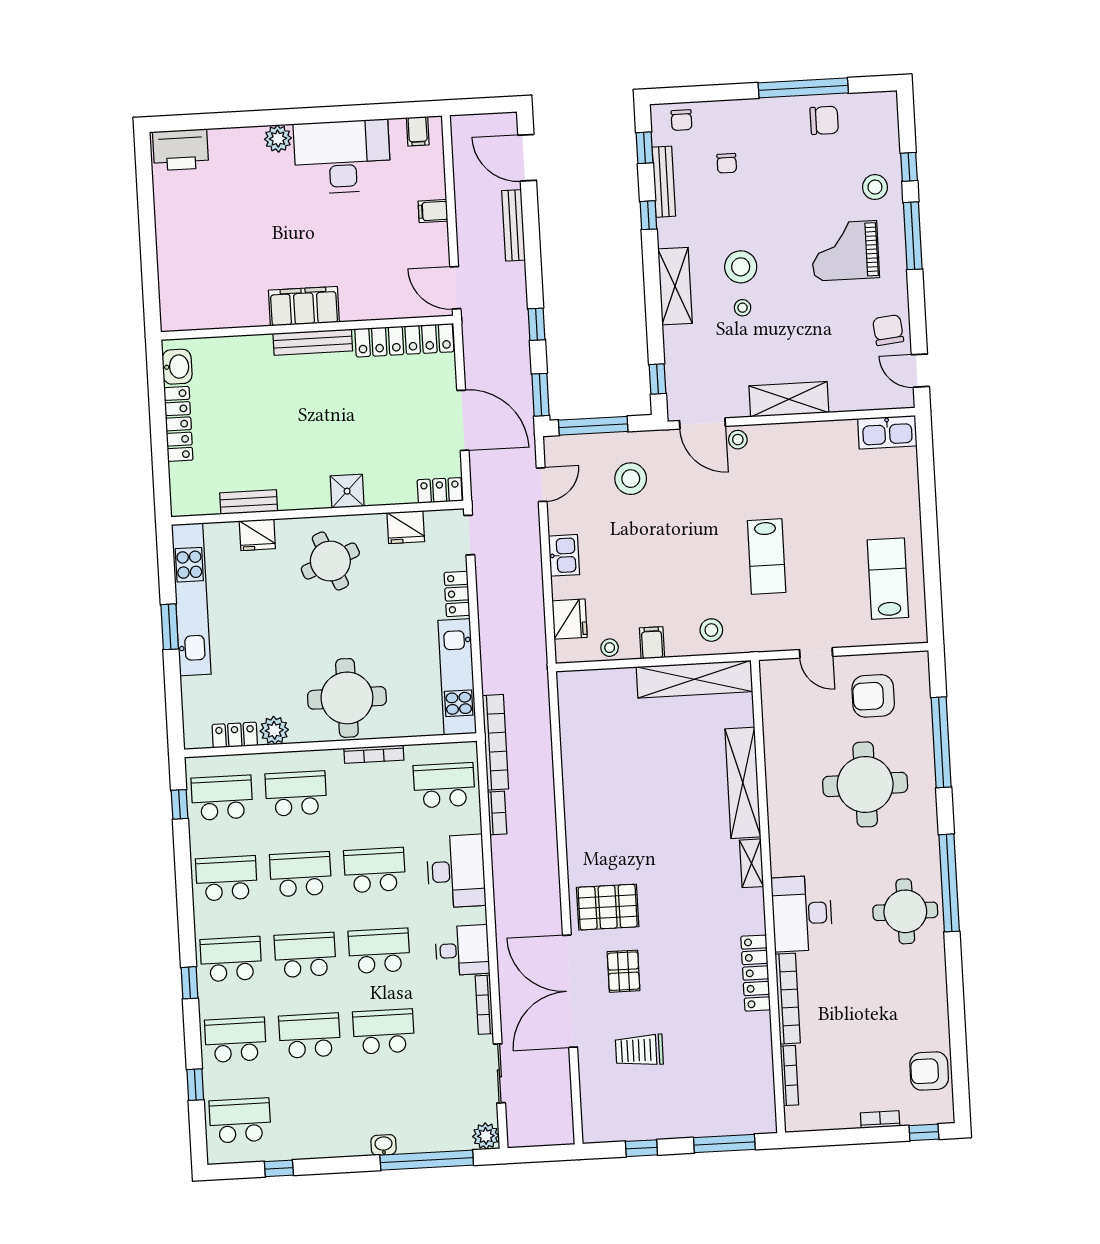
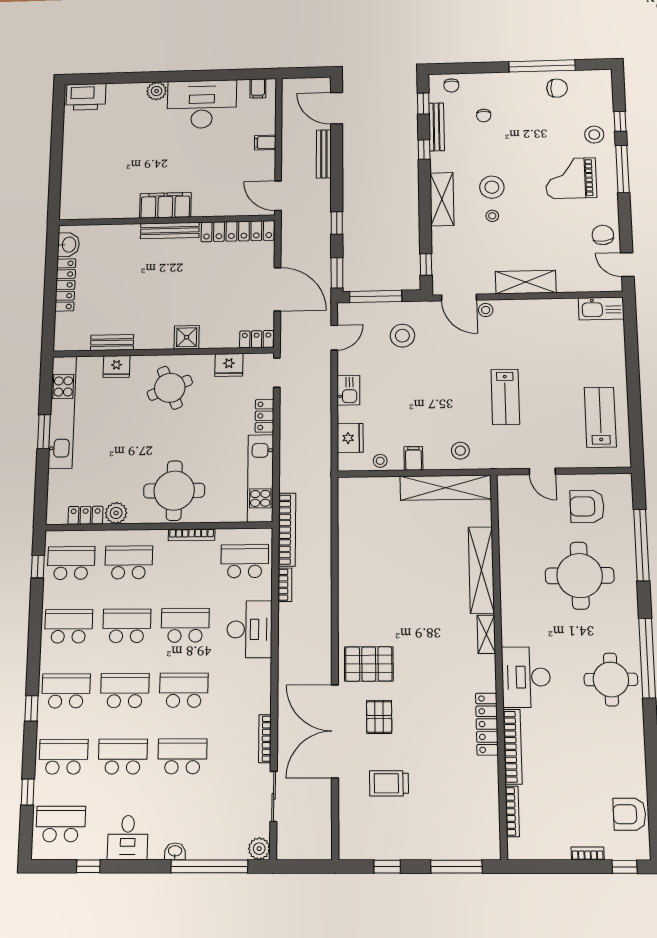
desk: (462, 950) -> (128, 838), moved, turned 90

